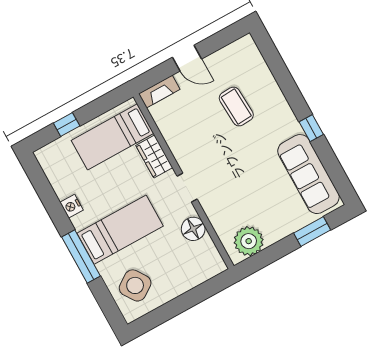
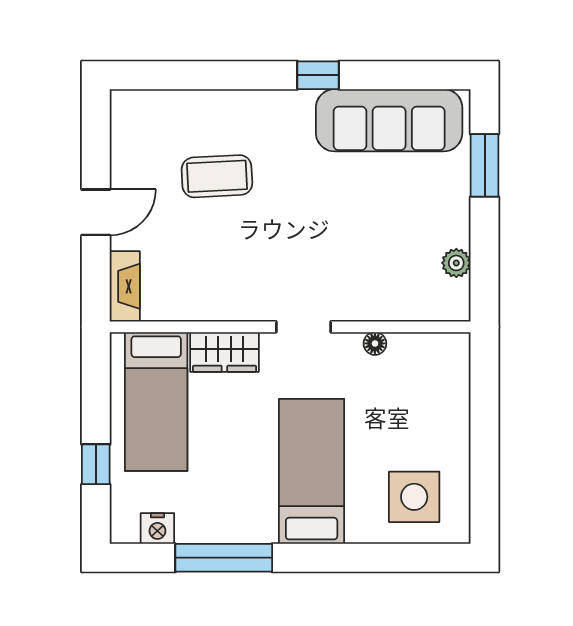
nightstand: (72, 206) -> (157, 528), moved
floor lamp: (193, 229) -> (375, 343), width x0.53, depth x0.53
plant: (249, 241) -> (456, 263), width x0.53, depth x0.53
window: (81, 257) -> (224, 558), moved
side table: (135, 285) -> (414, 497), turned 34

